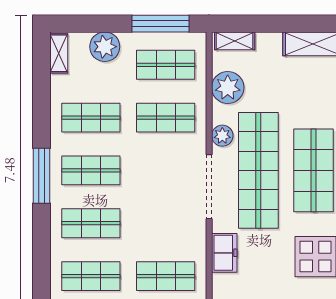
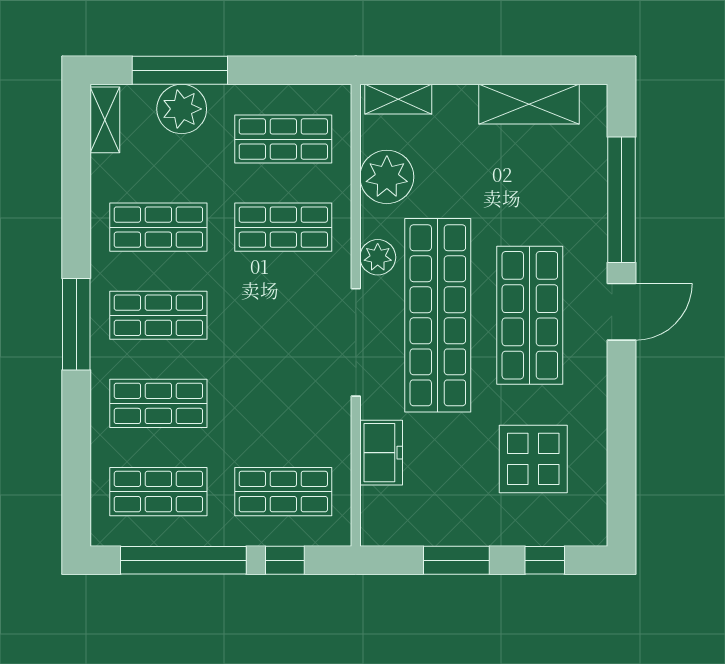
window: (160, 24) -> (180, 70), moved

